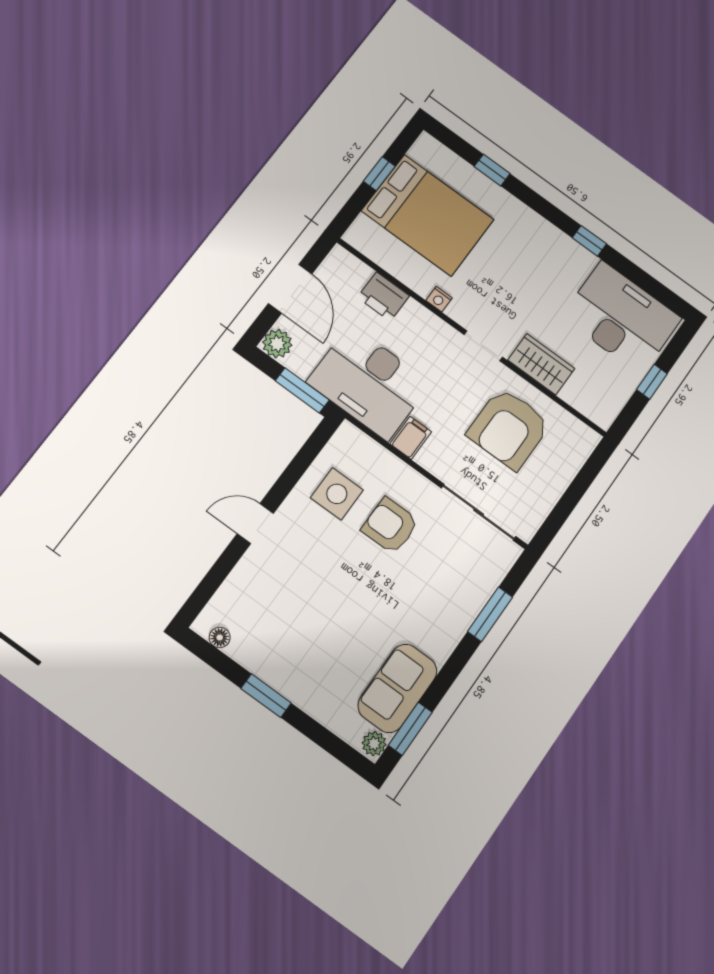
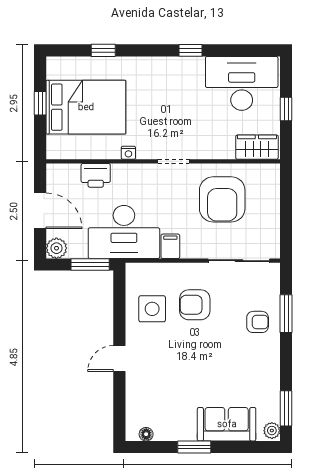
wardrobe: (541, 364) -> (257, 147), moved
armchair: (450, 600) -> (258, 322), added
sofa: (397, 688) -> (227, 424), moved, turned 90

